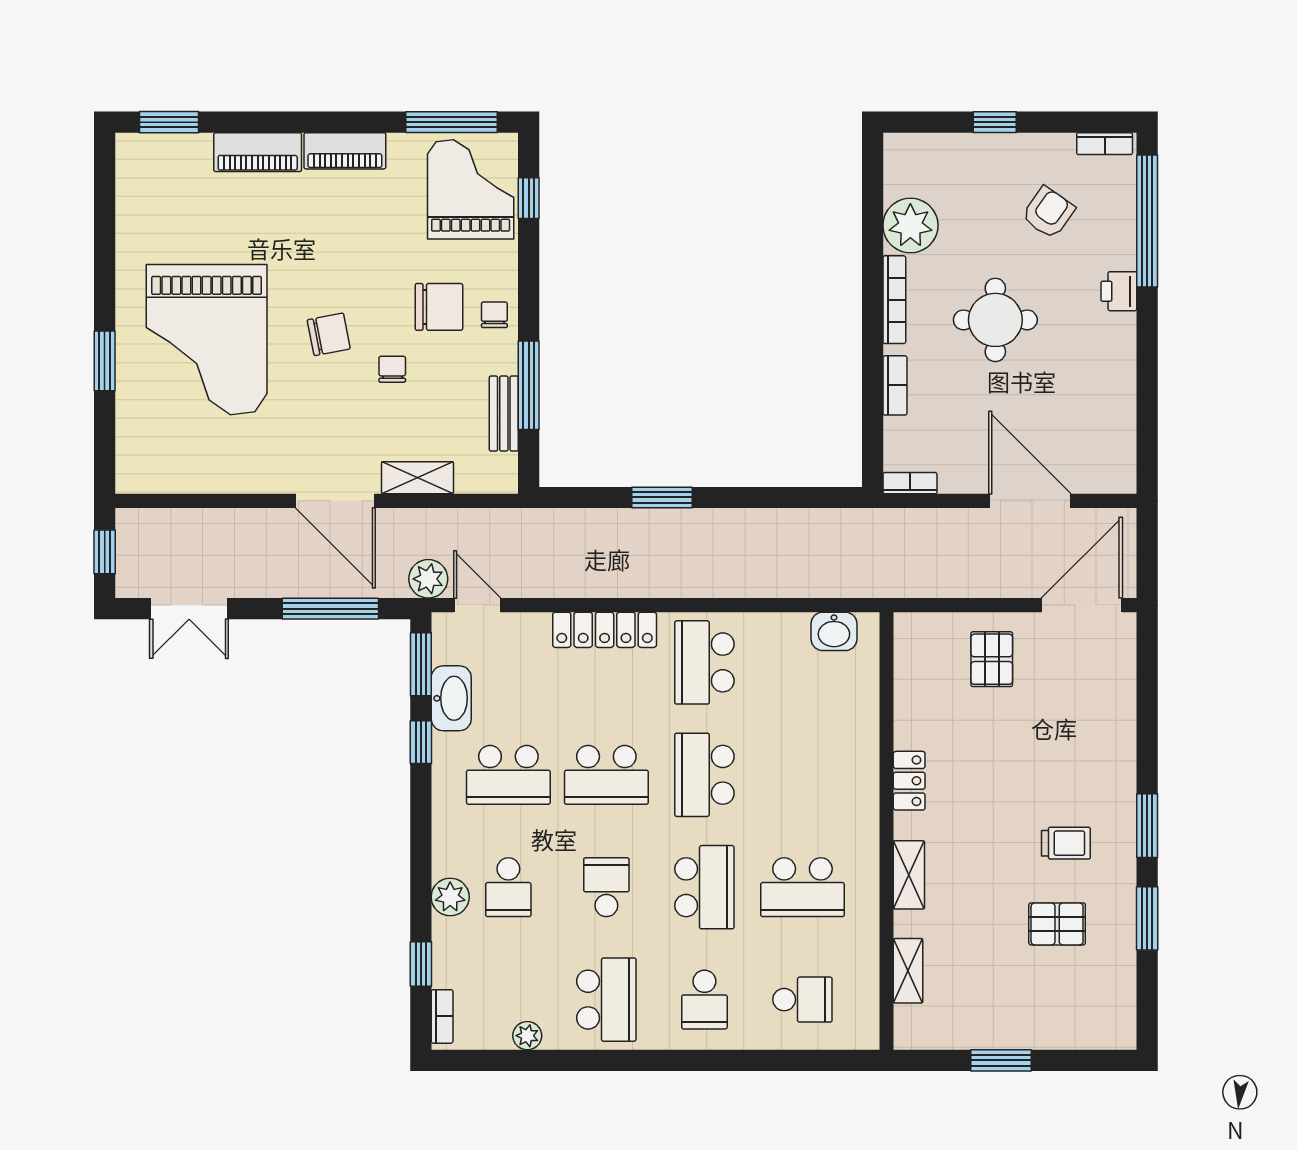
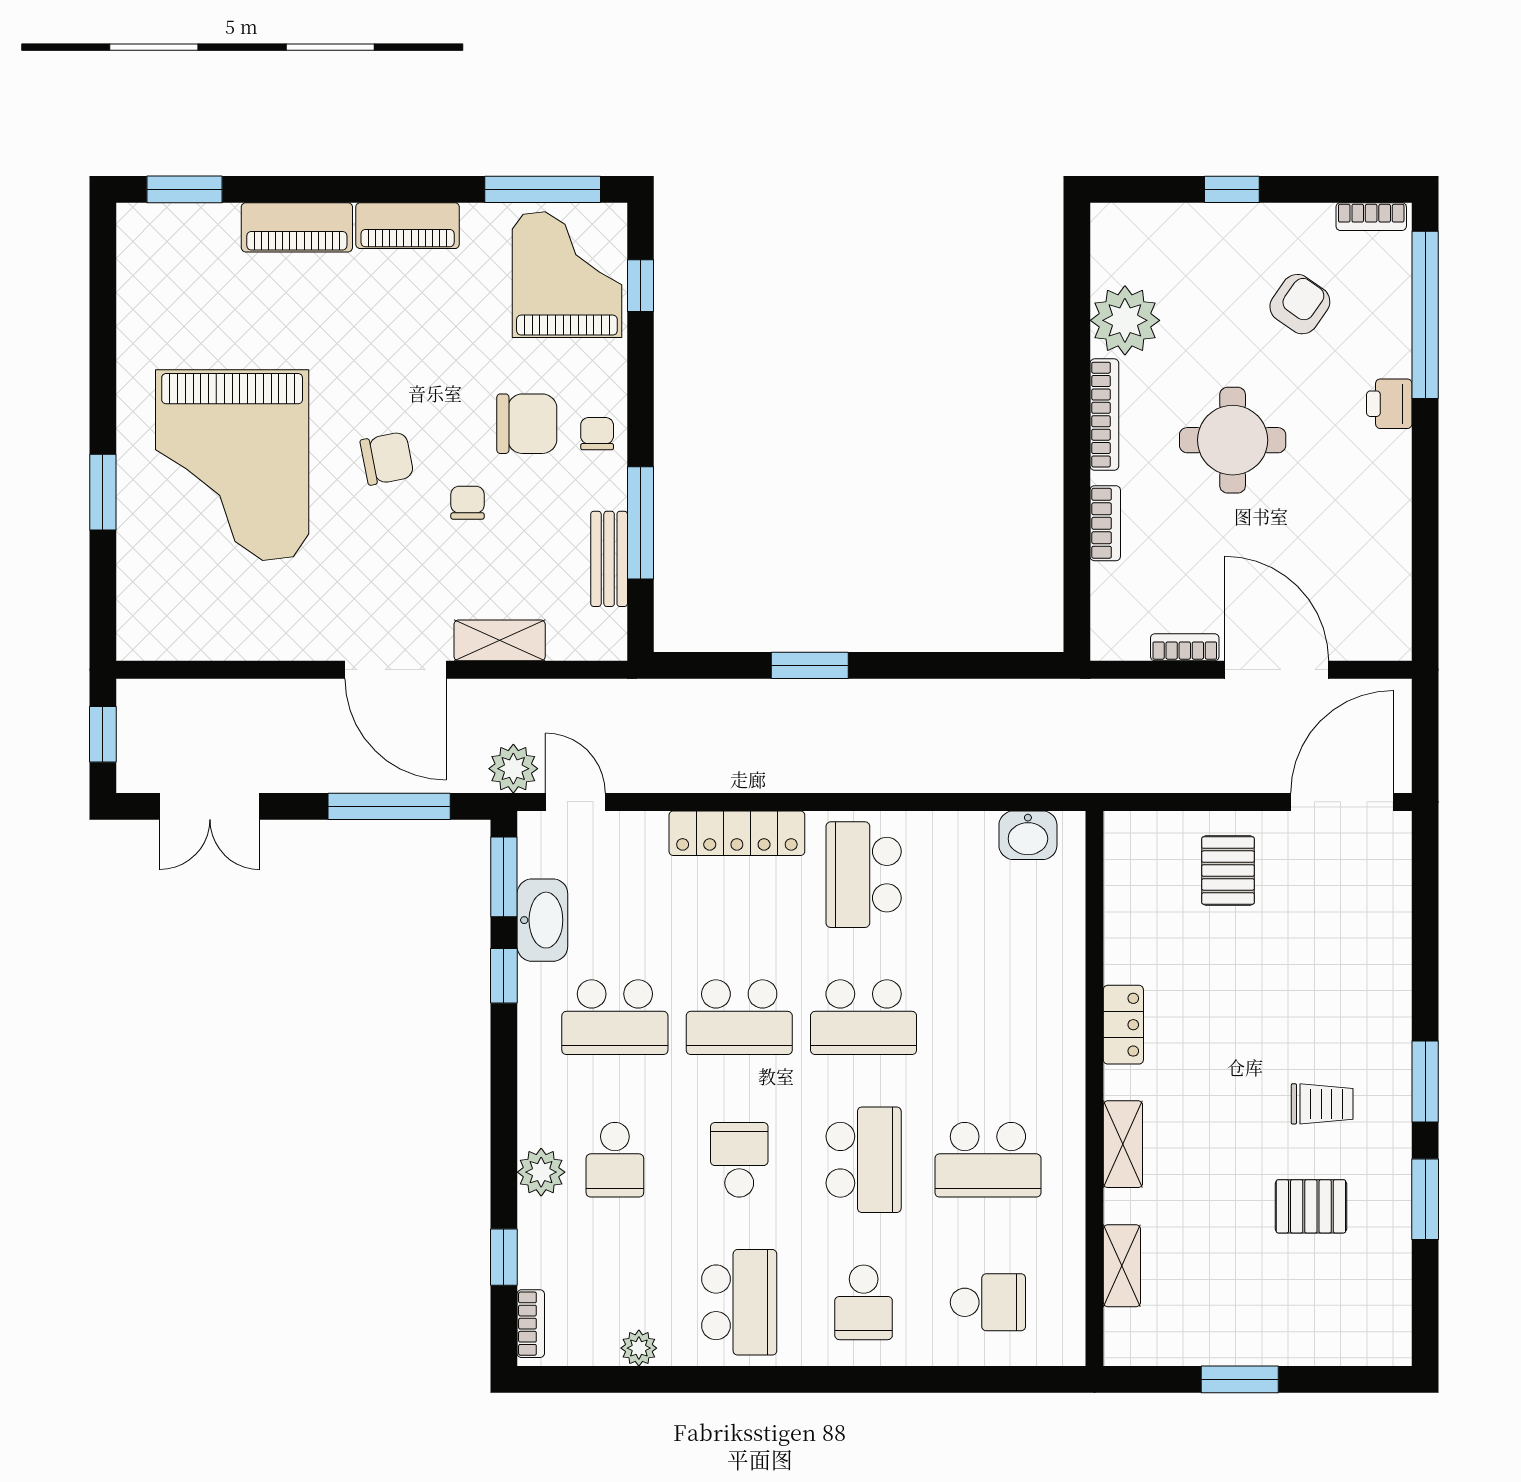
bookcase: (910, 483) -> (1185, 647), moved
school desk: (704, 775) -> (864, 1017), turned -90

